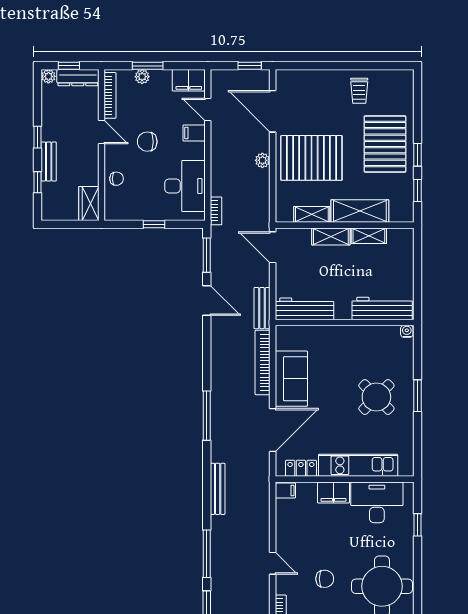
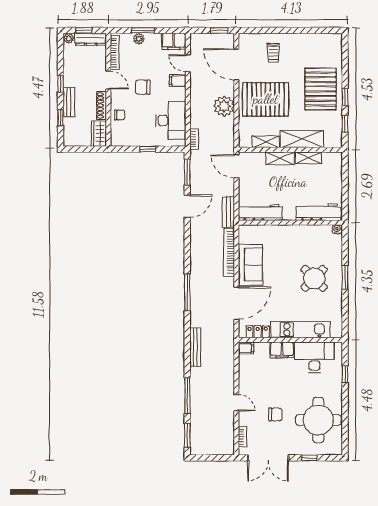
trolley: (359, 91) -> (273, 53), moved
plant: (262, 160) -> (224, 106), width x1.87, depth x1.87
shoe rack: (92, 166) -> (102, 105), added
door: (207, 301) -> (187, 206), hinge flipped

